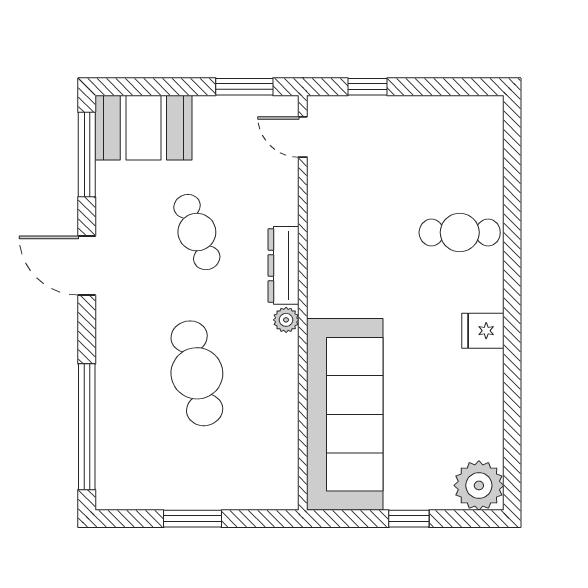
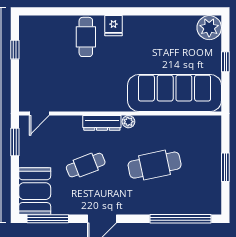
window: (367, 87) -> (15, 50), moved
fridge: (483, 331) -> (113, 26), moved

